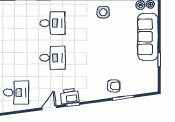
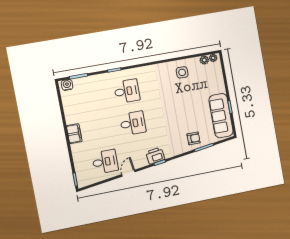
side table: (103, 12) -> (182, 72), moved
sofa: (148, 37) -> (221, 116), moved
door: (49, 108) -> (128, 173), moved

